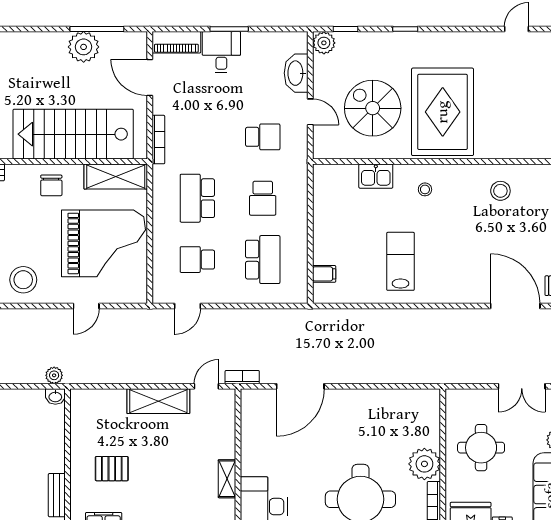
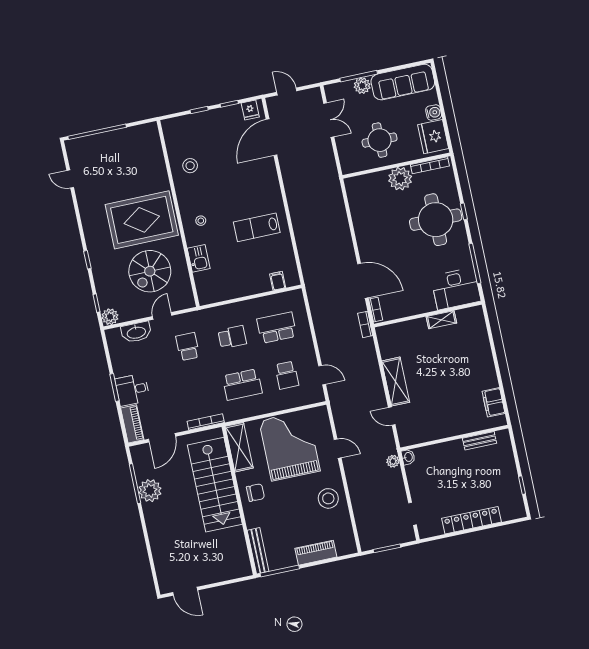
door: (206, 386) -> (392, 416), moved
bookcase: (259, 395) -> (376, 310), added
pallet: (112, 469) -> (452, 405), removed

